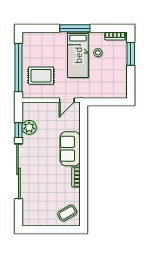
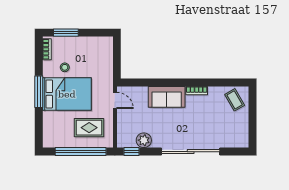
bed: (78, 55) -> (67, 94), width x1.50
rug: (41, 76) -> (89, 128), turned 90
window: (18, 130) -> (131, 152), moved

